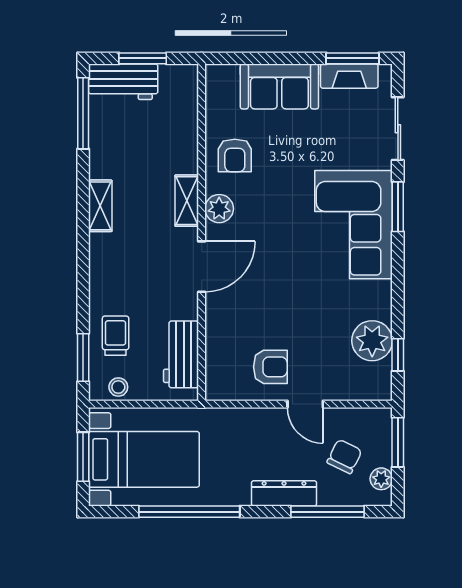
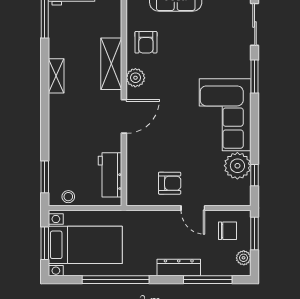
shelving: (187, 201) -> (111, 64), width x1.50, depth x1.33
corner sofa: (354, 225) -> (225, 115), moved
trolley: (116, 336) -> (66, 162), removed
chair: (344, 456) -> (227, 231), moved, turned 64

